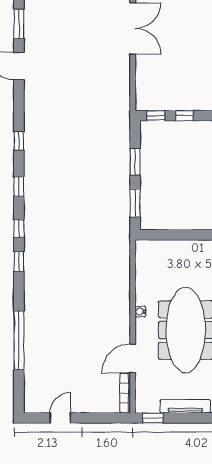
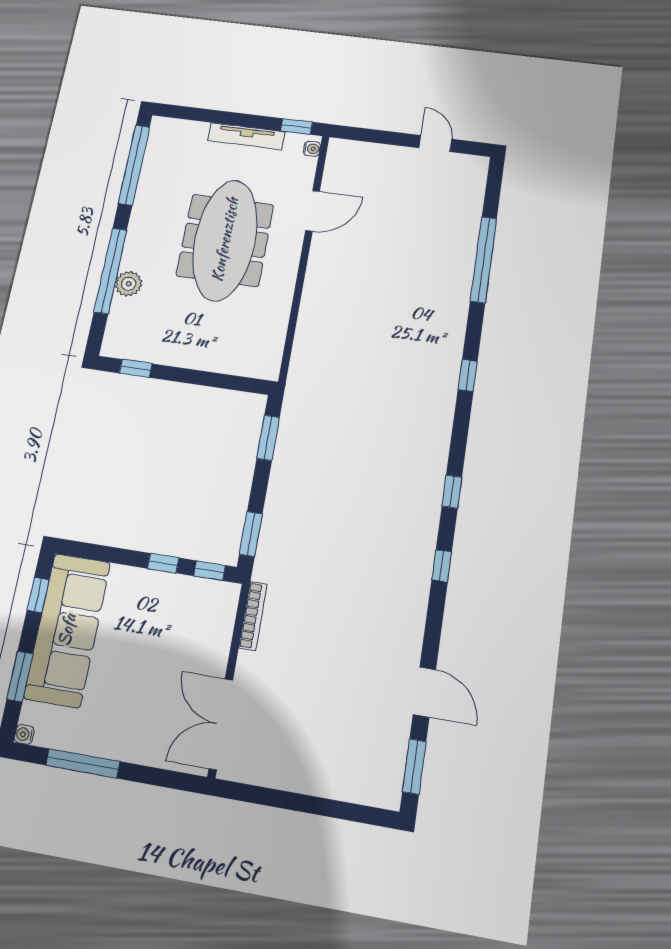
window: (135, 162) -> (251, 534), moved
window: (19, 229) -> (461, 426), removed
water cooler: (140, 312) -> (312, 149), moved
bookcase: (125, 393) -> (253, 616), moved
door: (60, 418) -> (435, 144), swing flipped

